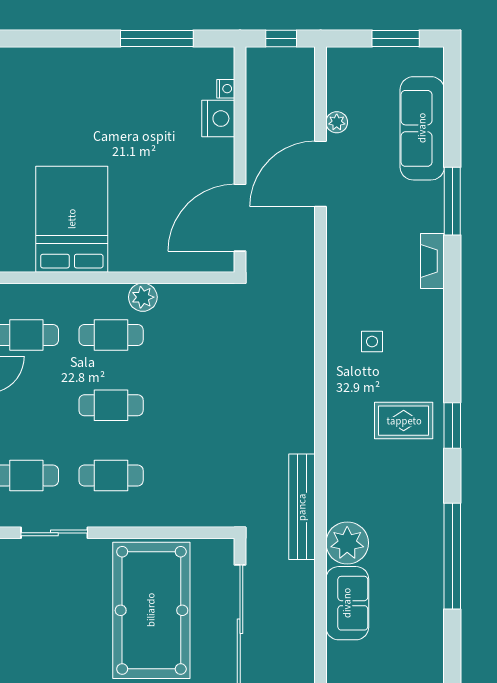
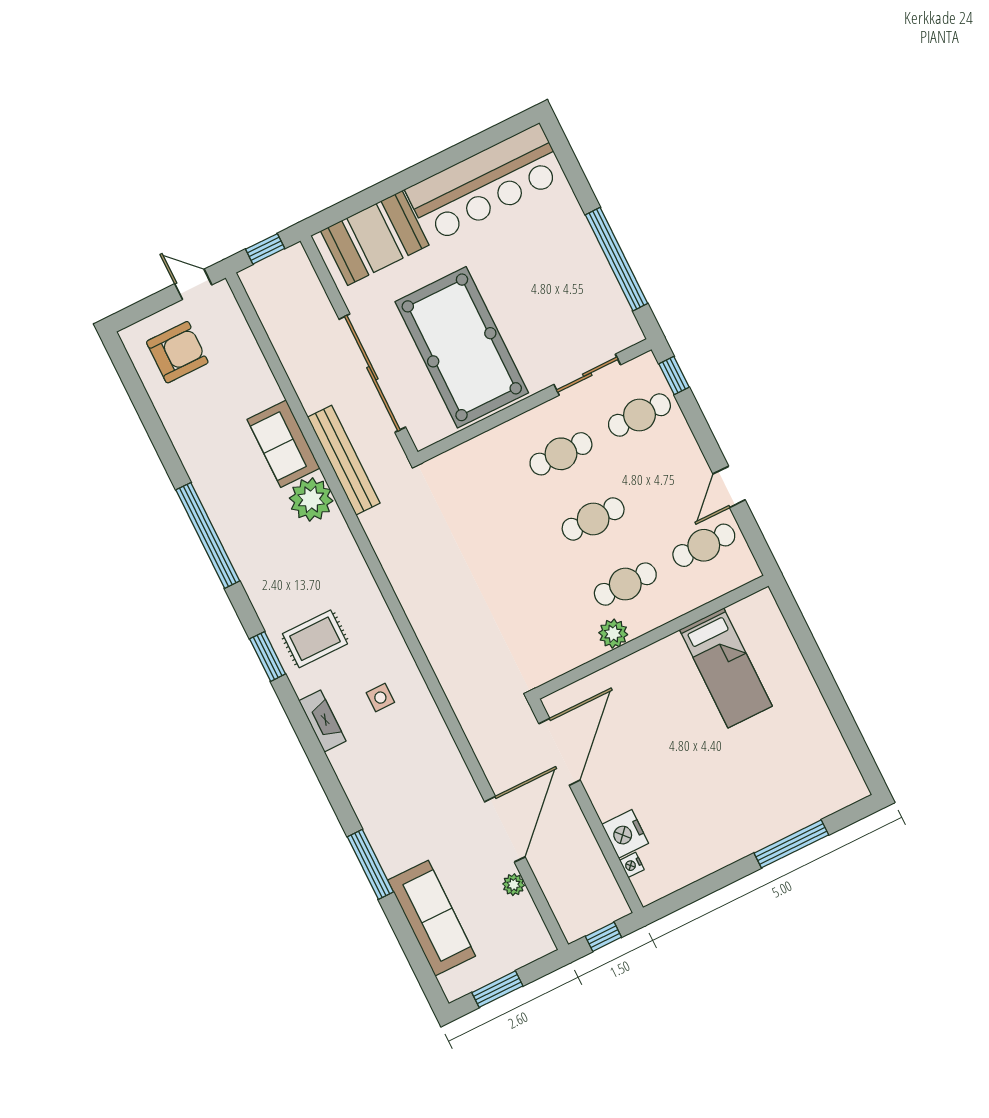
window: (157, 39) -> (791, 844), moved
bed: (72, 219) -> (726, 668), width x0.67
fireplace: (432, 261) -> (322, 721), moved
bench: (302, 507) -> (344, 460), moved

